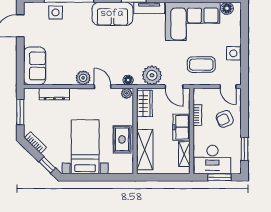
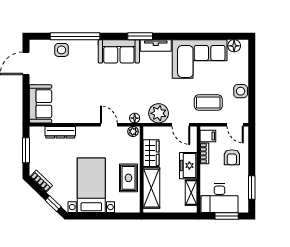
plant: (83, 78) -> (89, 116), removed
filing cabinet: (201, 98) -> (208, 136), added
wardrobe: (144, 103) -> (151, 153), moved
armchair: (225, 119) -> (232, 157), turned -67

